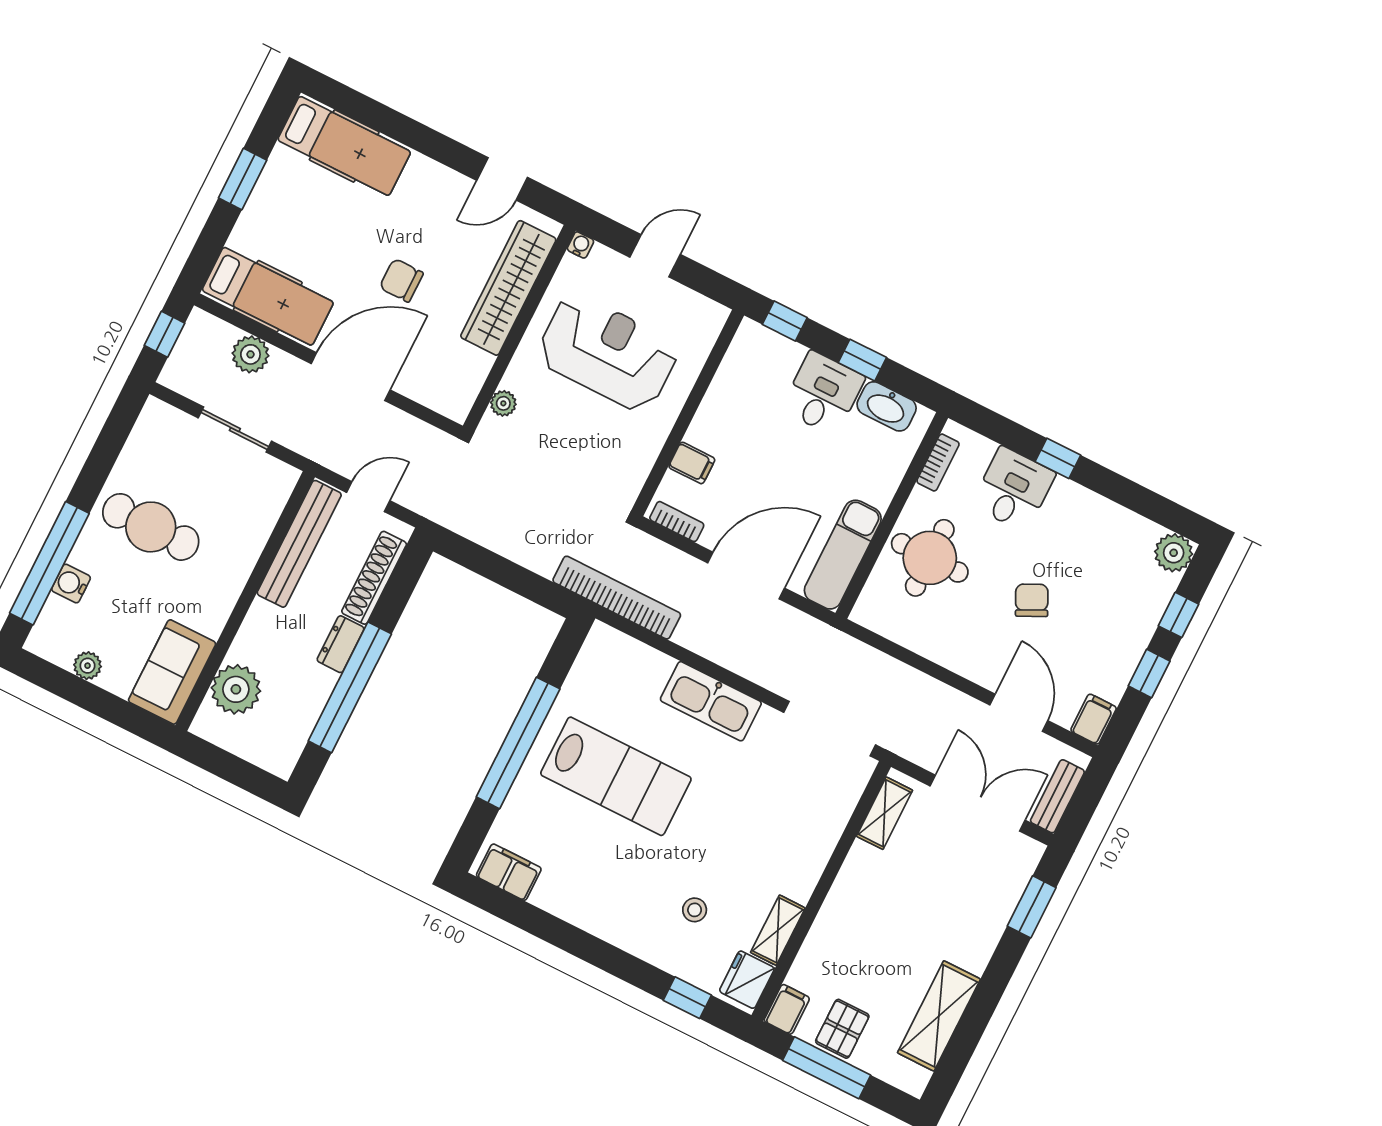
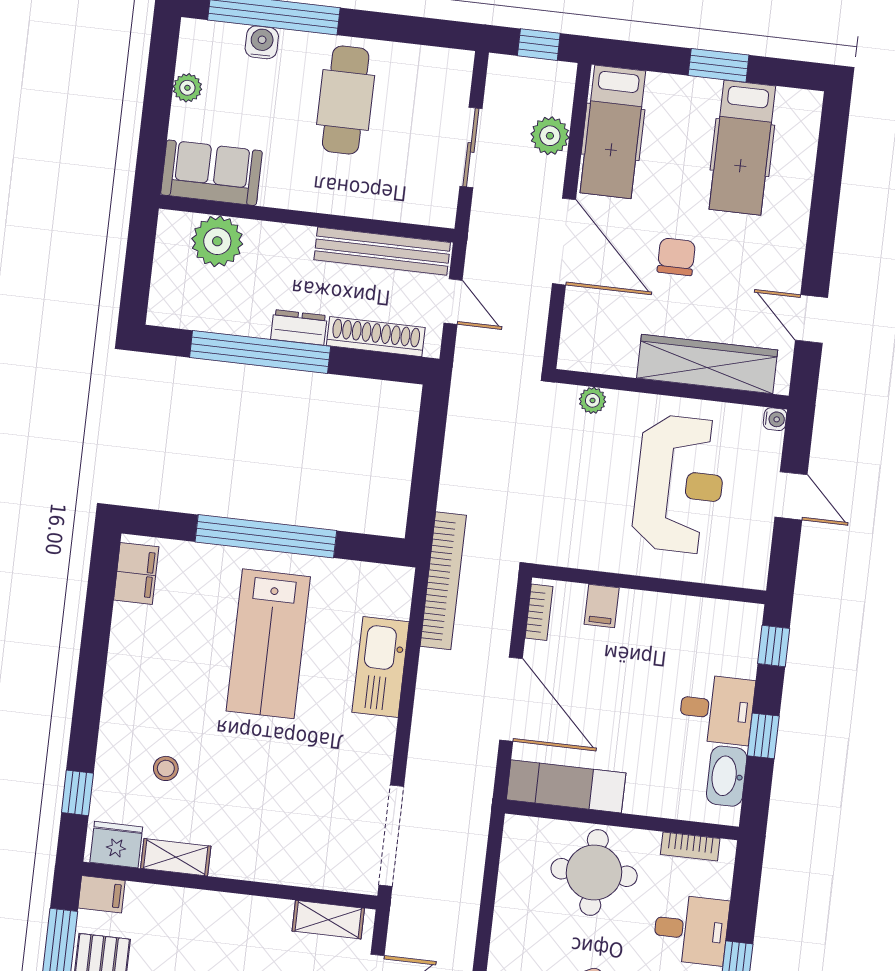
hospital bed: (344, 146) -> (742, 148), moved
kitchen sink: (711, 701) -> (381, 667), moved

